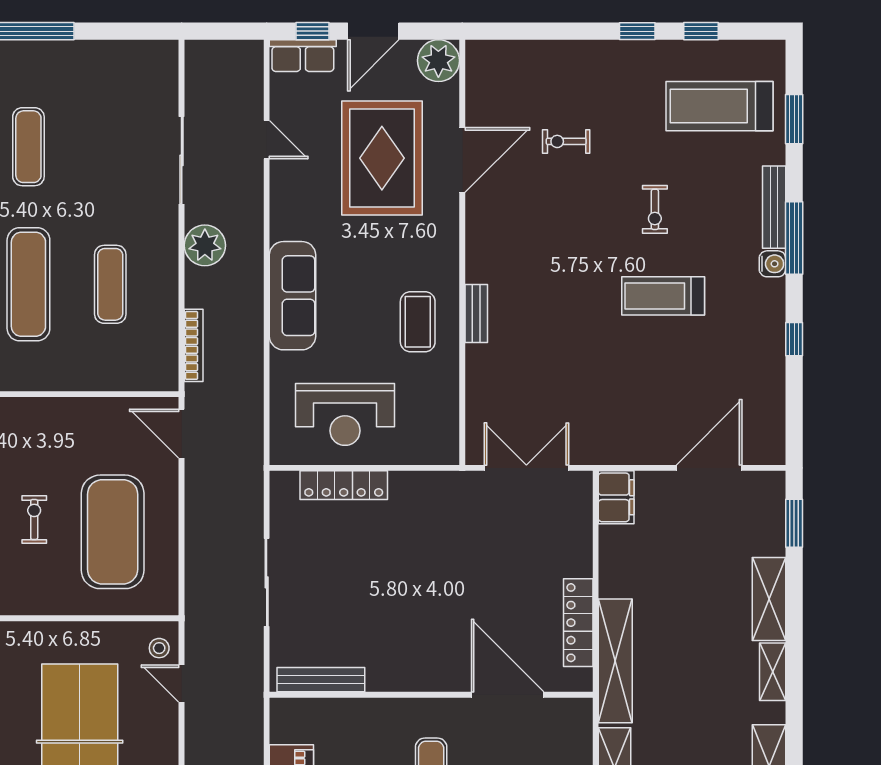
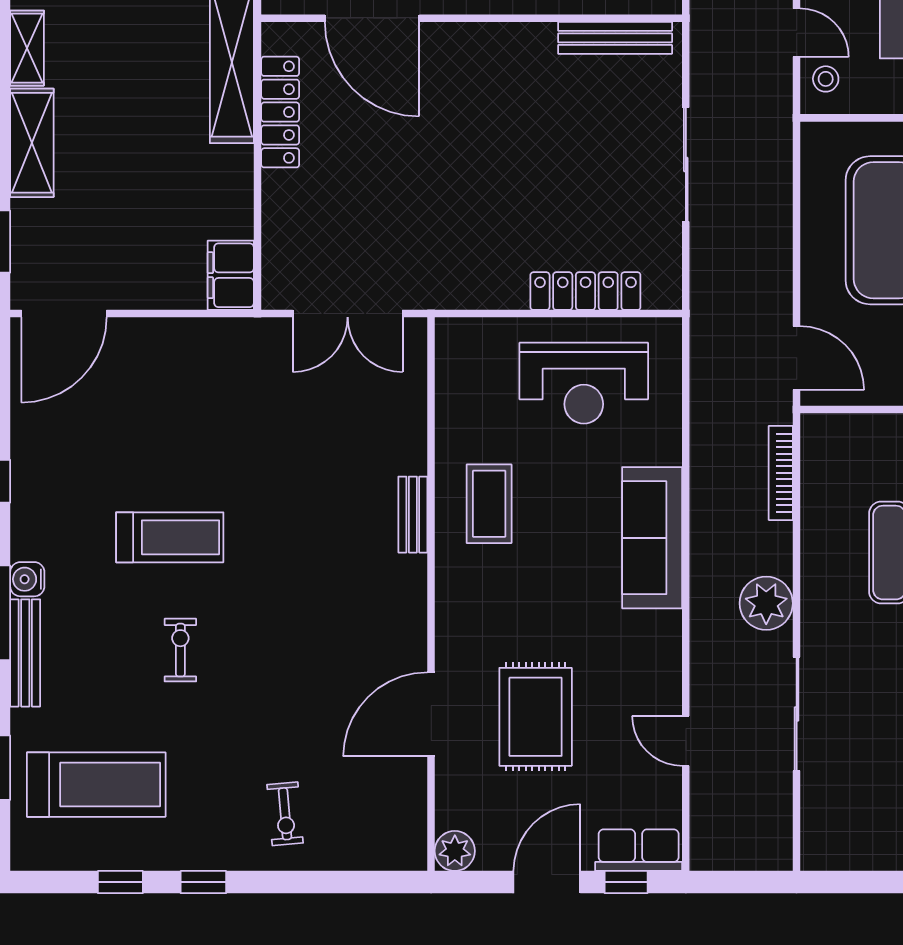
plant: (438, 61) -> (455, 851), width x0.73, depth x0.73
exercise bike: (566, 141) -> (285, 814), moved, turned 85
rug: (382, 158) -> (536, 717), width x0.73, depth x0.69
reception desk: (345, 414) -> (584, 383), turned 180
door: (709, 468) -> (64, 314), moved

